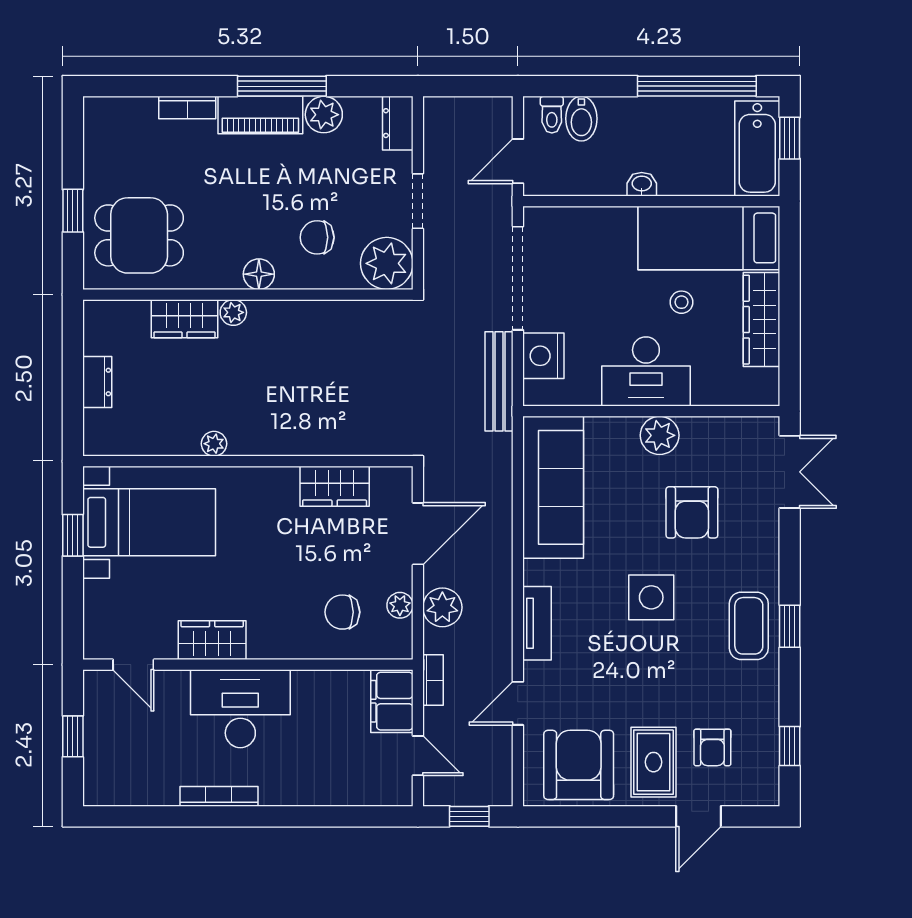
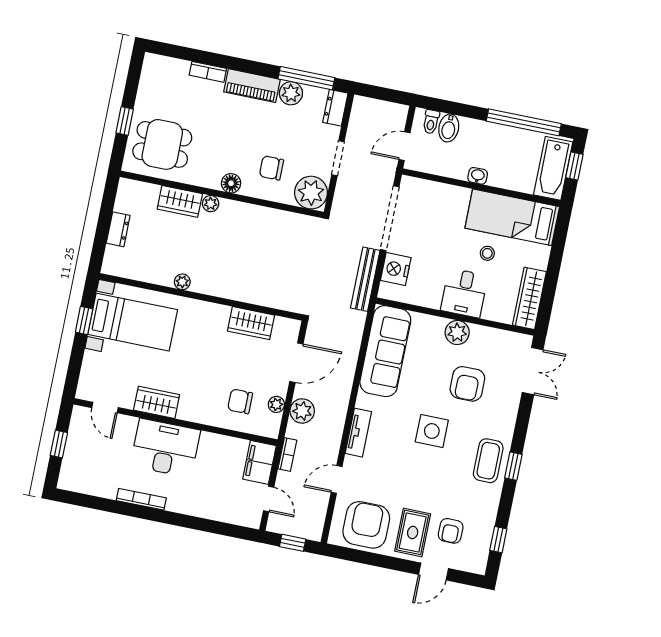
window: (282, 86) -> (306, 78), moved
wardrobe: (761, 320) -> (529, 298), moved
desk: (646, 372) -> (464, 293), width x0.73

